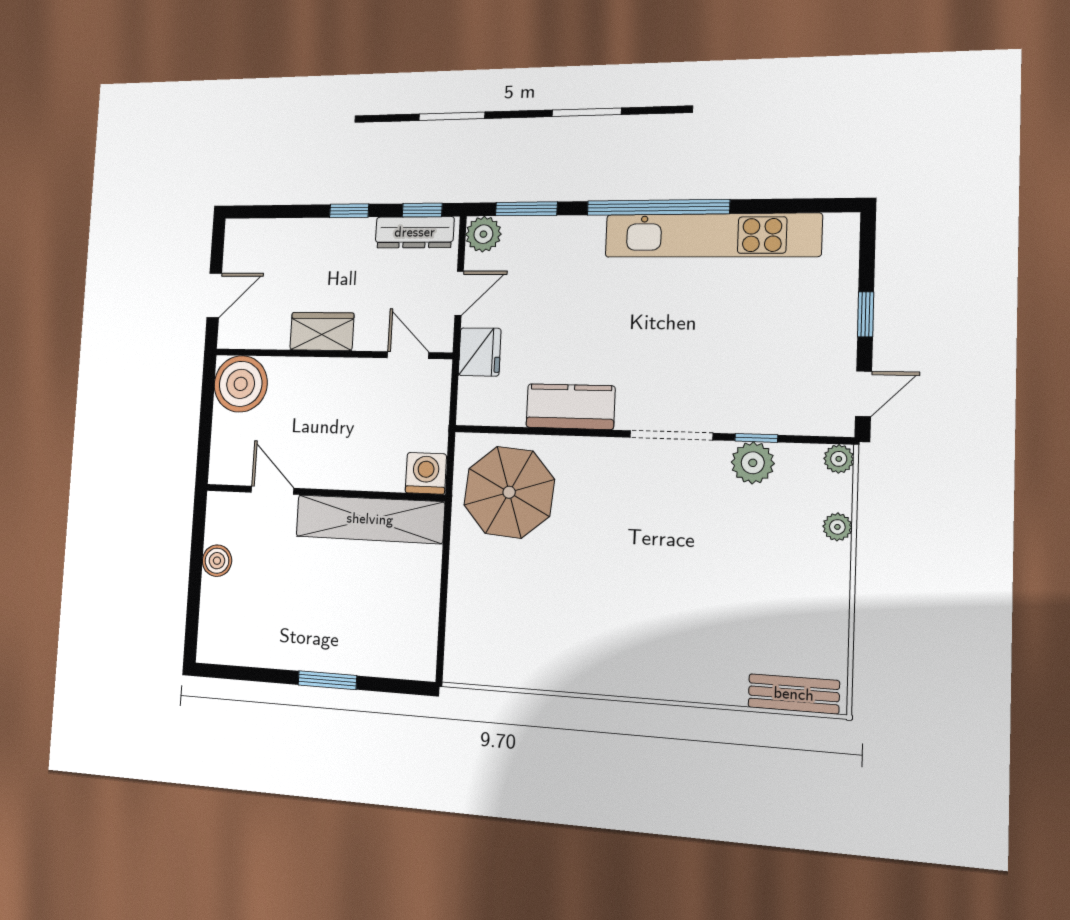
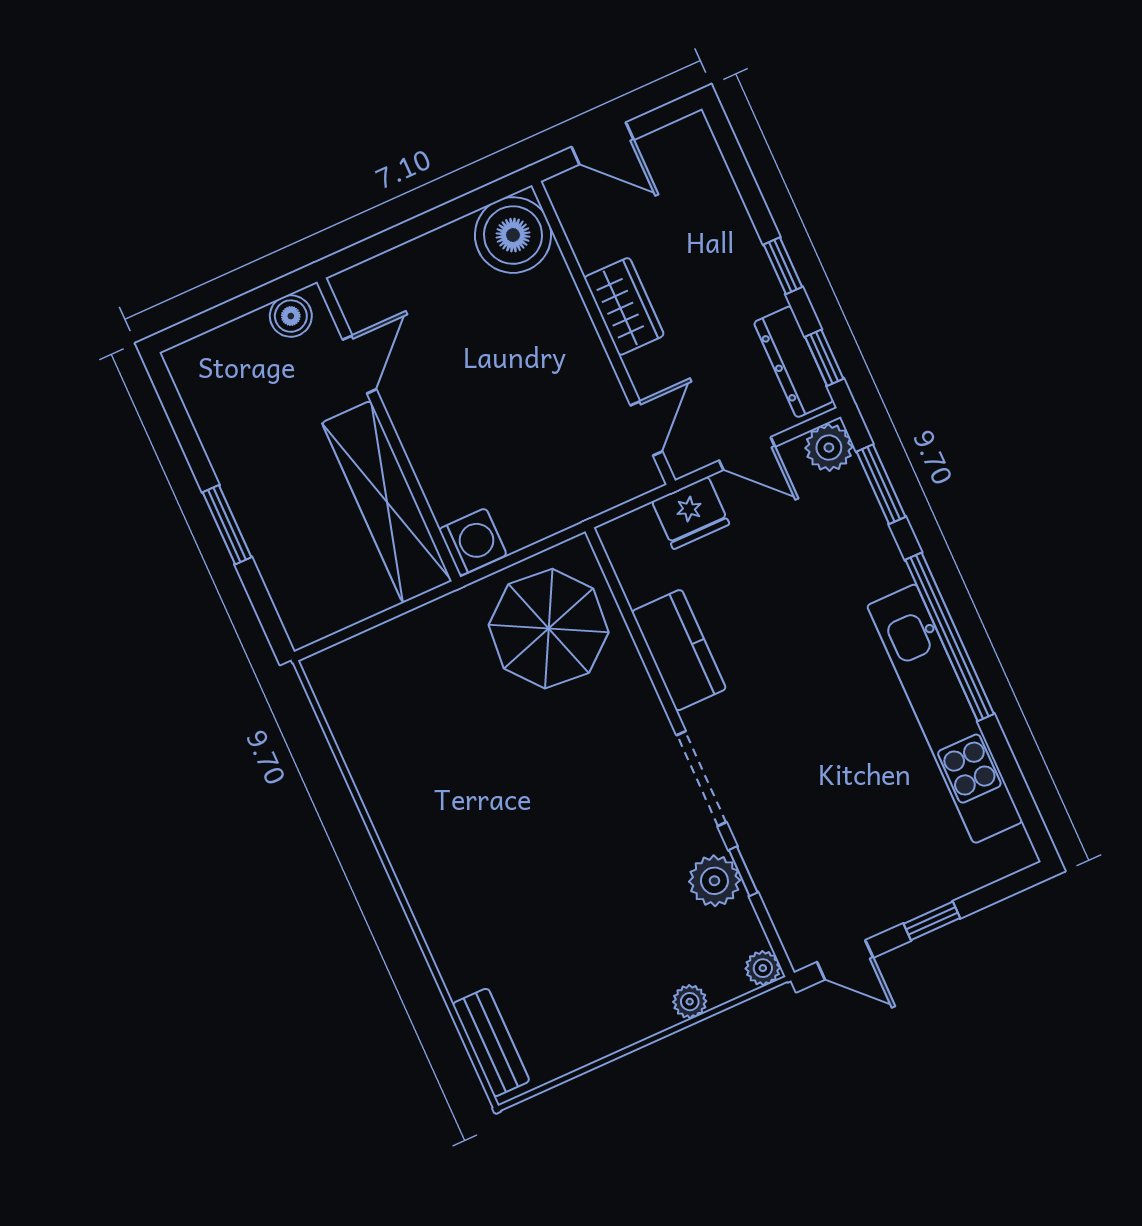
washing machine: (426, 473) -> (473, 542), moved
door: (272, 490) -> (360, 364), moved
wall: (323, 493) -> (389, 429), moved
shelving: (370, 519) -> (387, 502), moved

